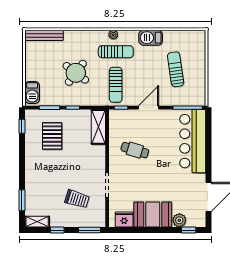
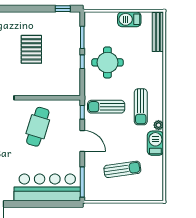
plant: (113, 35) -> (159, 125), moved
round table: (76, 73) -> (107, 62), moved, turned -37
barbecue: (32, 92) -> (129, 19), moved
shelving: (98, 127) -> (62, 89), removed
pallet: (52, 136) -> (31, 49), moved, turned 90
cafe table: (135, 150) -> (38, 127), width x1.37, depth x1.35

